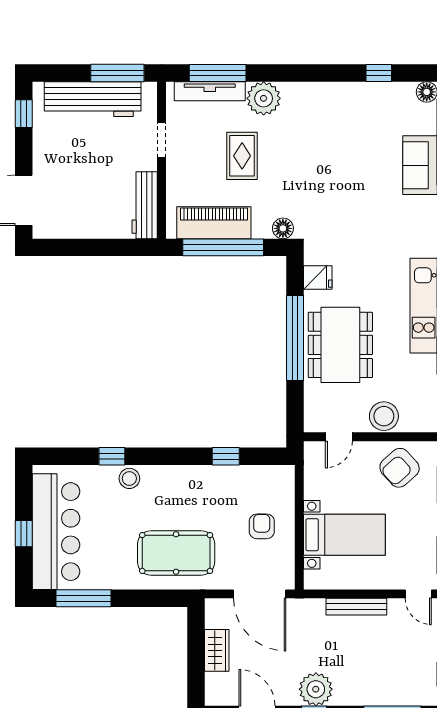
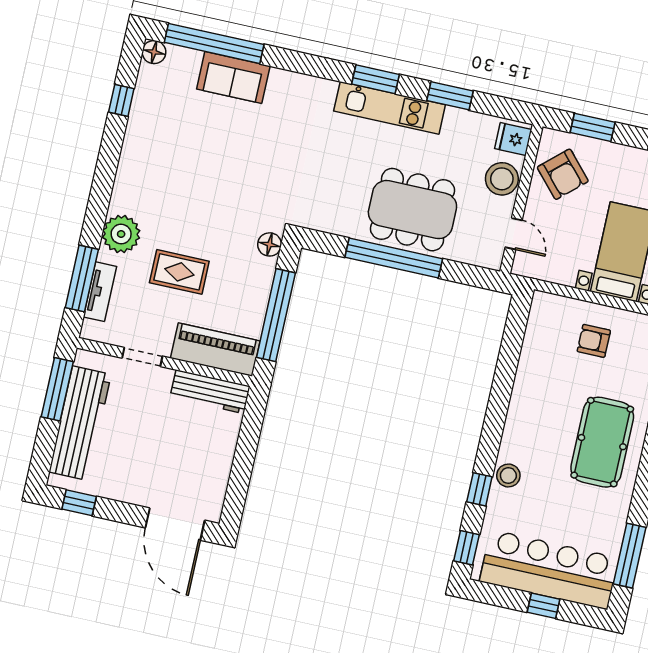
tv unit: (210, 91) -> (100, 292), width x0.71
piano: (214, 223) -> (215, 350), moved, turned 90
fridge: (318, 277) -> (513, 139), moved, turned -90
window: (226, 456) -> (467, 548), moved

